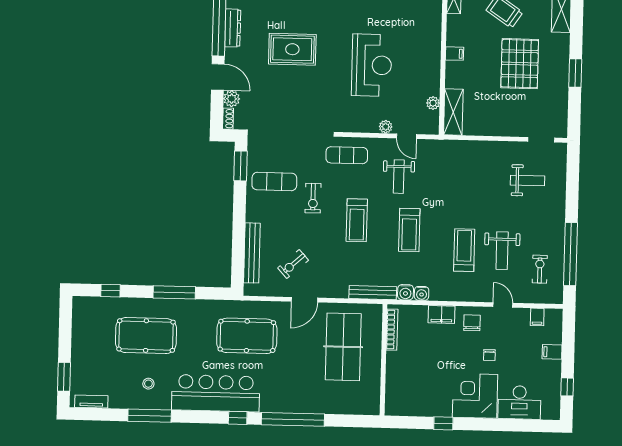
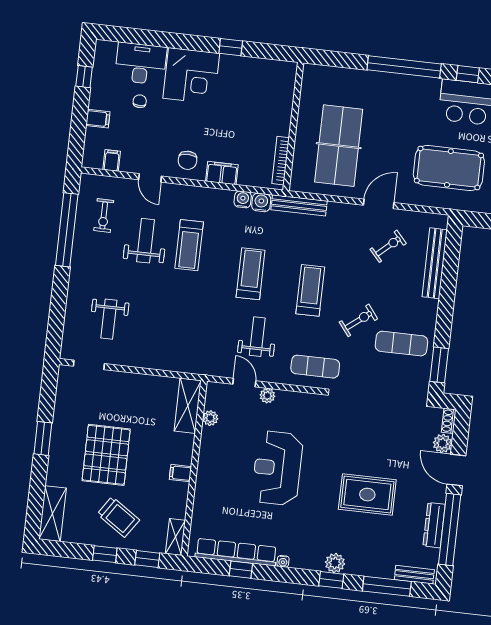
weight bench: (528, 180) -> (109, 319), turned -90
exercise bike: (313, 198) -> (358, 320), turned 52
chair: (489, 355) -> (140, 101), moved

